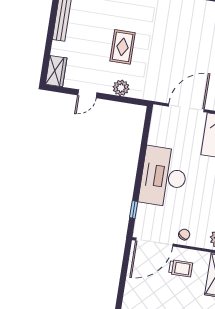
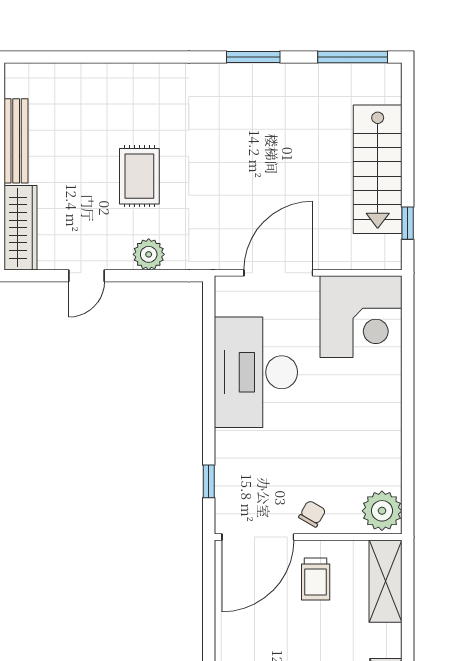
wardrobe: (56, 71) -> (21, 228), width x1.50
desk: (164, 177) -> (256, 372), moved
trolley: (181, 268) -> (316, 579), turned 90

